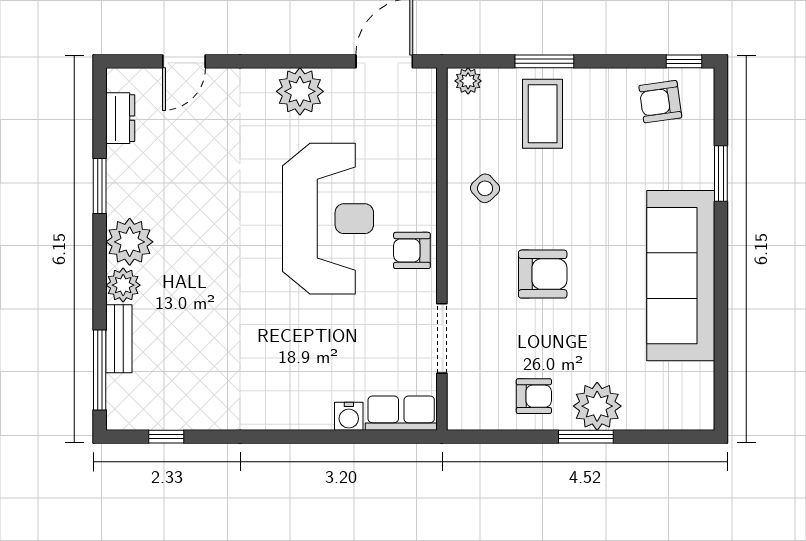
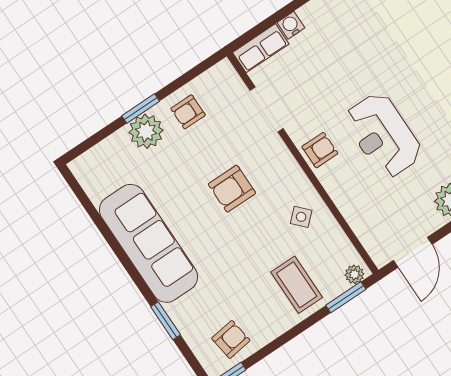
window: (544, 61) -> (346, 297), moved
reception desk: (328, 219) -> (383, 135), width x0.74, depth x0.77

